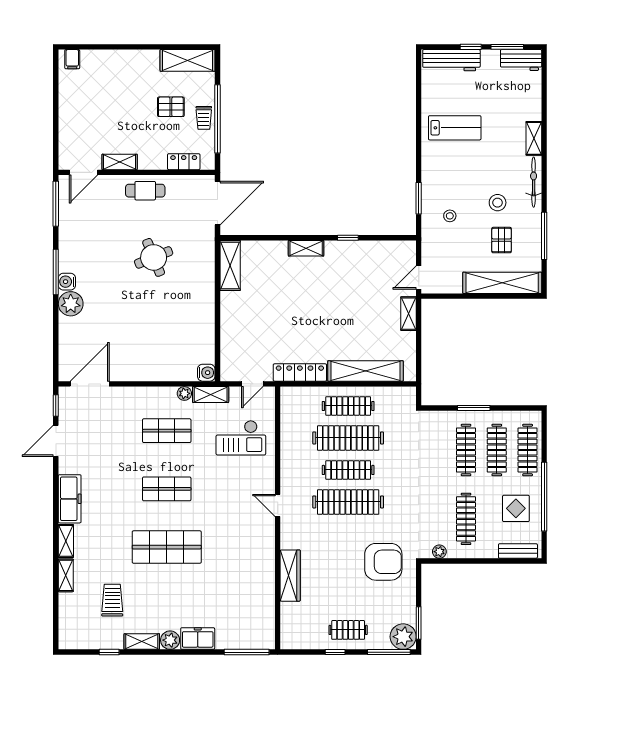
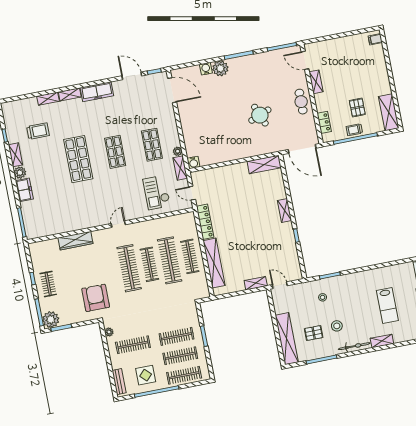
lab bench: (455, 128) -> (387, 305), moved
water cooler: (67, 282) -> (206, 69), moved
armchair: (383, 562) -> (96, 298), turned 180

